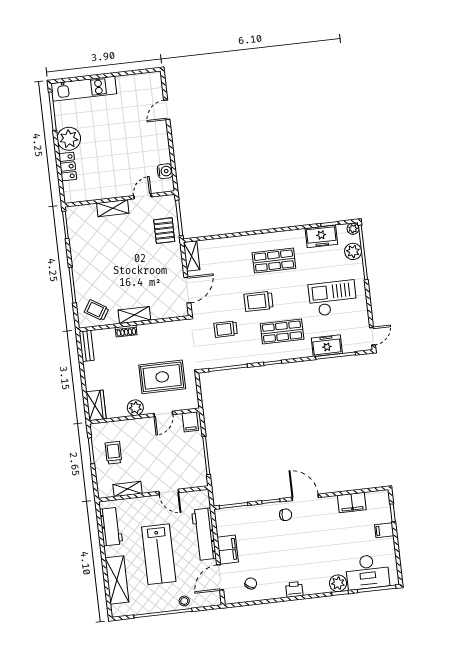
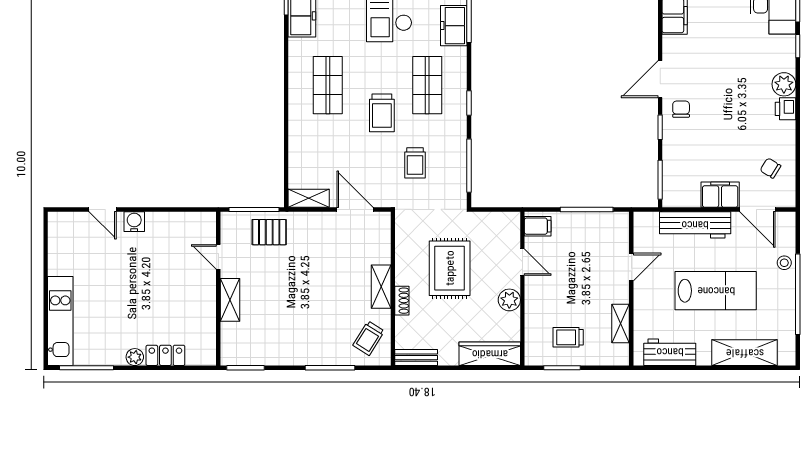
plant: (69, 139) -> (135, 357), width x0.53, depth x0.53
water cooler: (165, 171) -> (134, 222), moved
rug: (162, 377) -> (450, 268), moved
wardrobe: (96, 405) -> (490, 354), width x1.50
plant: (338, 583) -> (784, 84), moved

